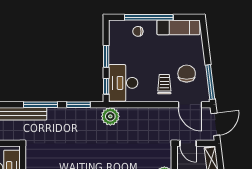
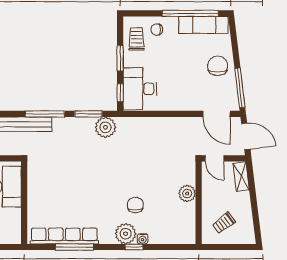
window: (149, 17) -> (190, 13), moved
chair: (187, 74) -> (218, 66), moved
trolley: (164, 84) -> (136, 39), moved
plant: (110, 116) -> (106, 127), moved
door: (215, 124) -> (246, 136), hinge flipped

